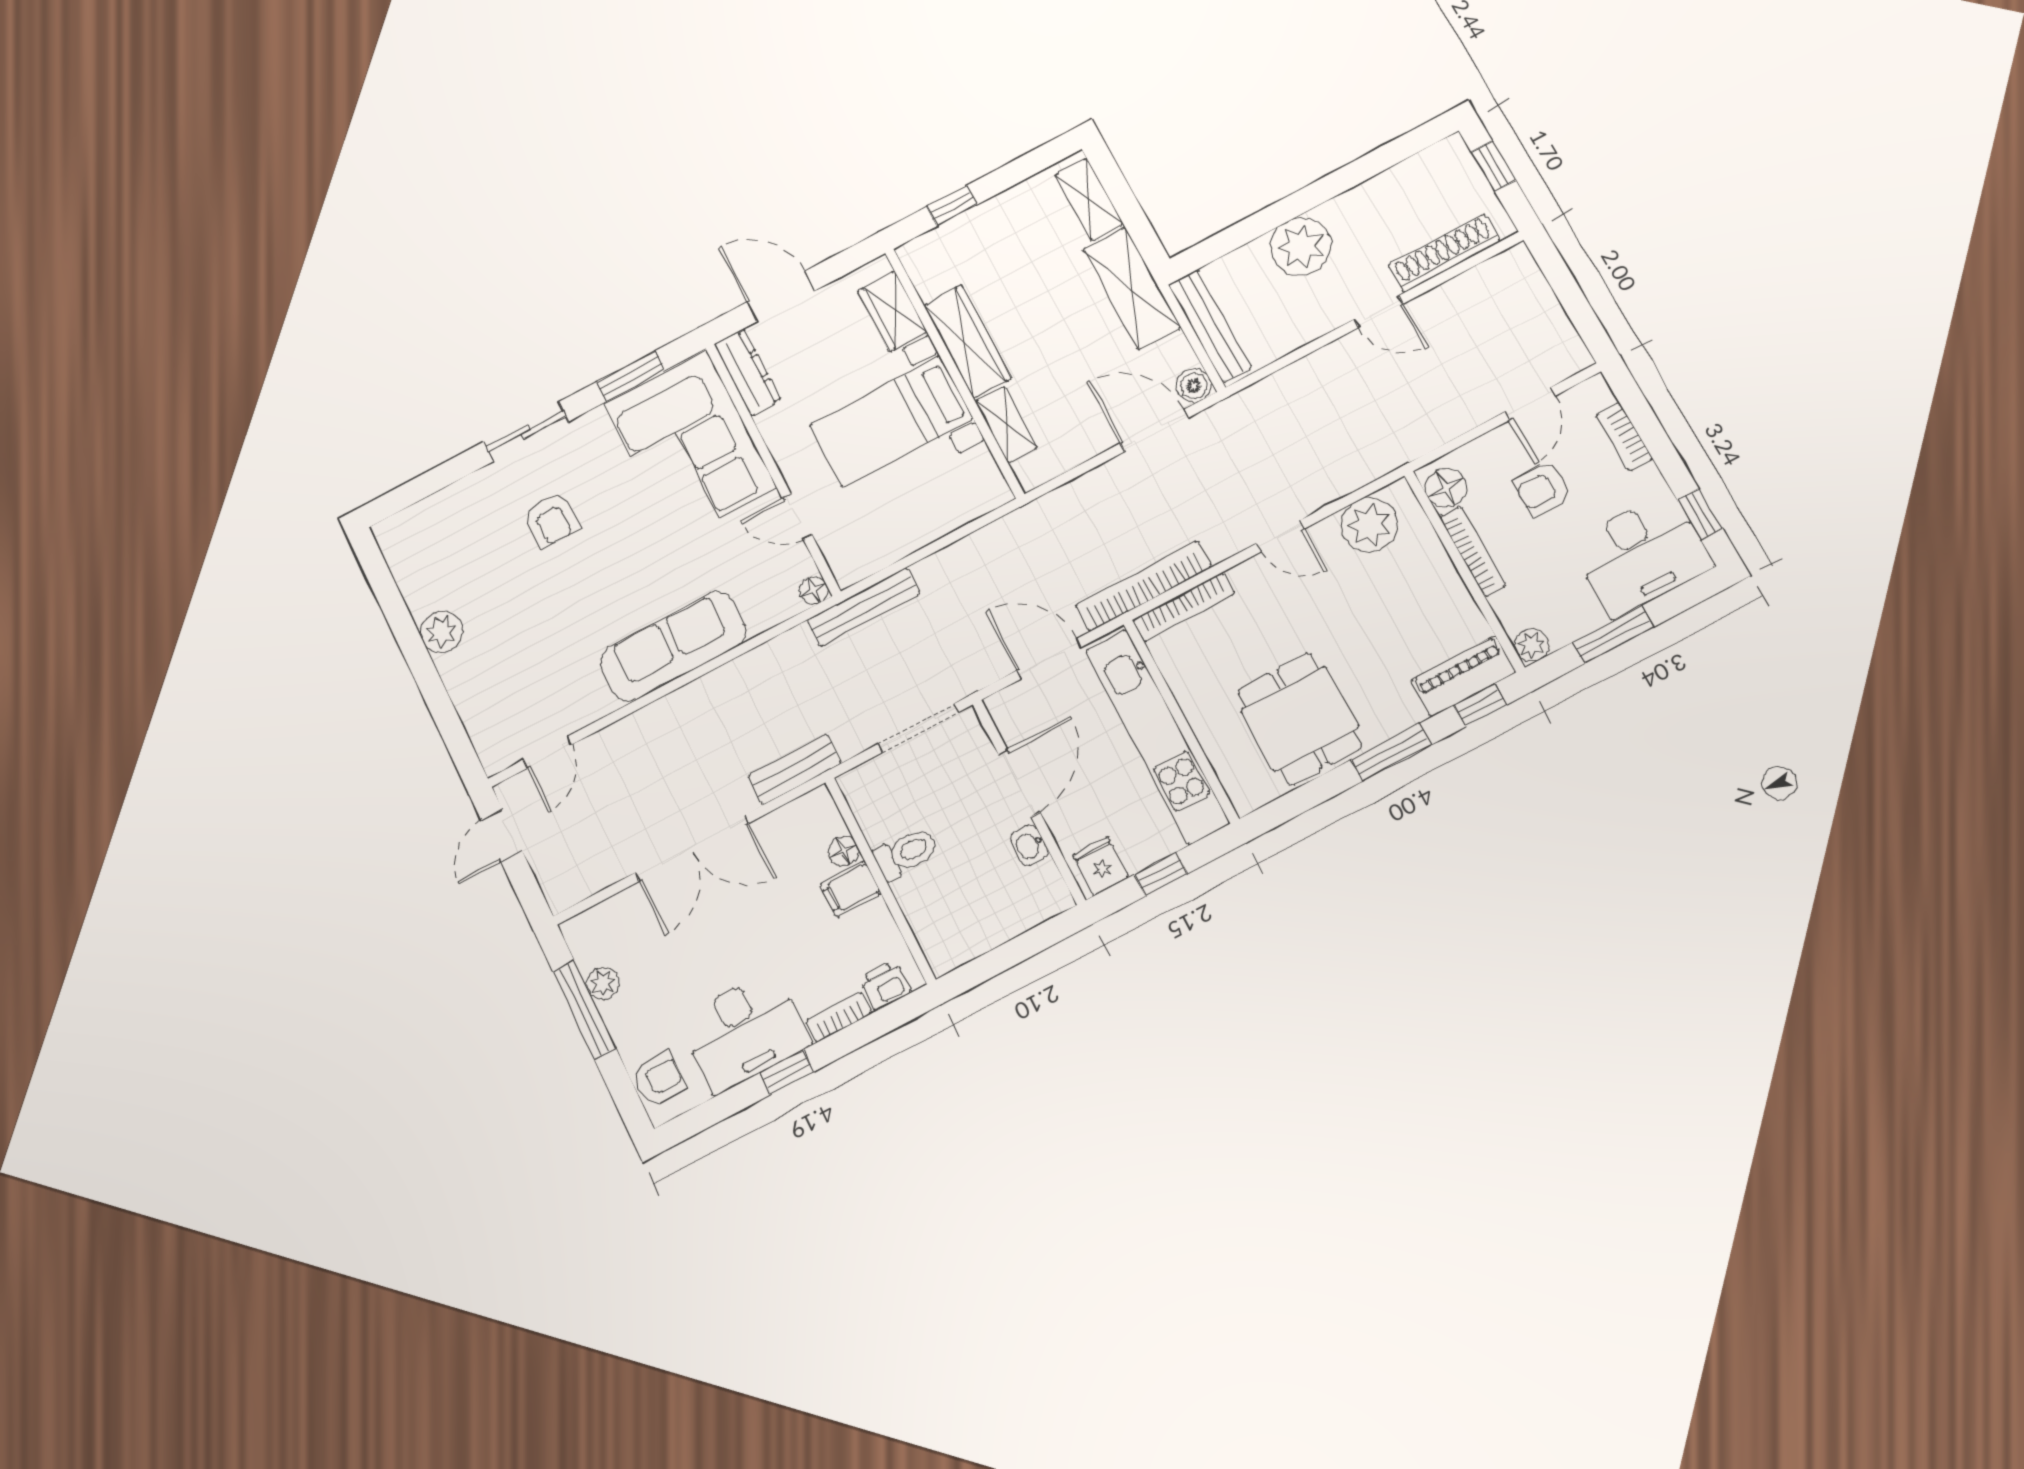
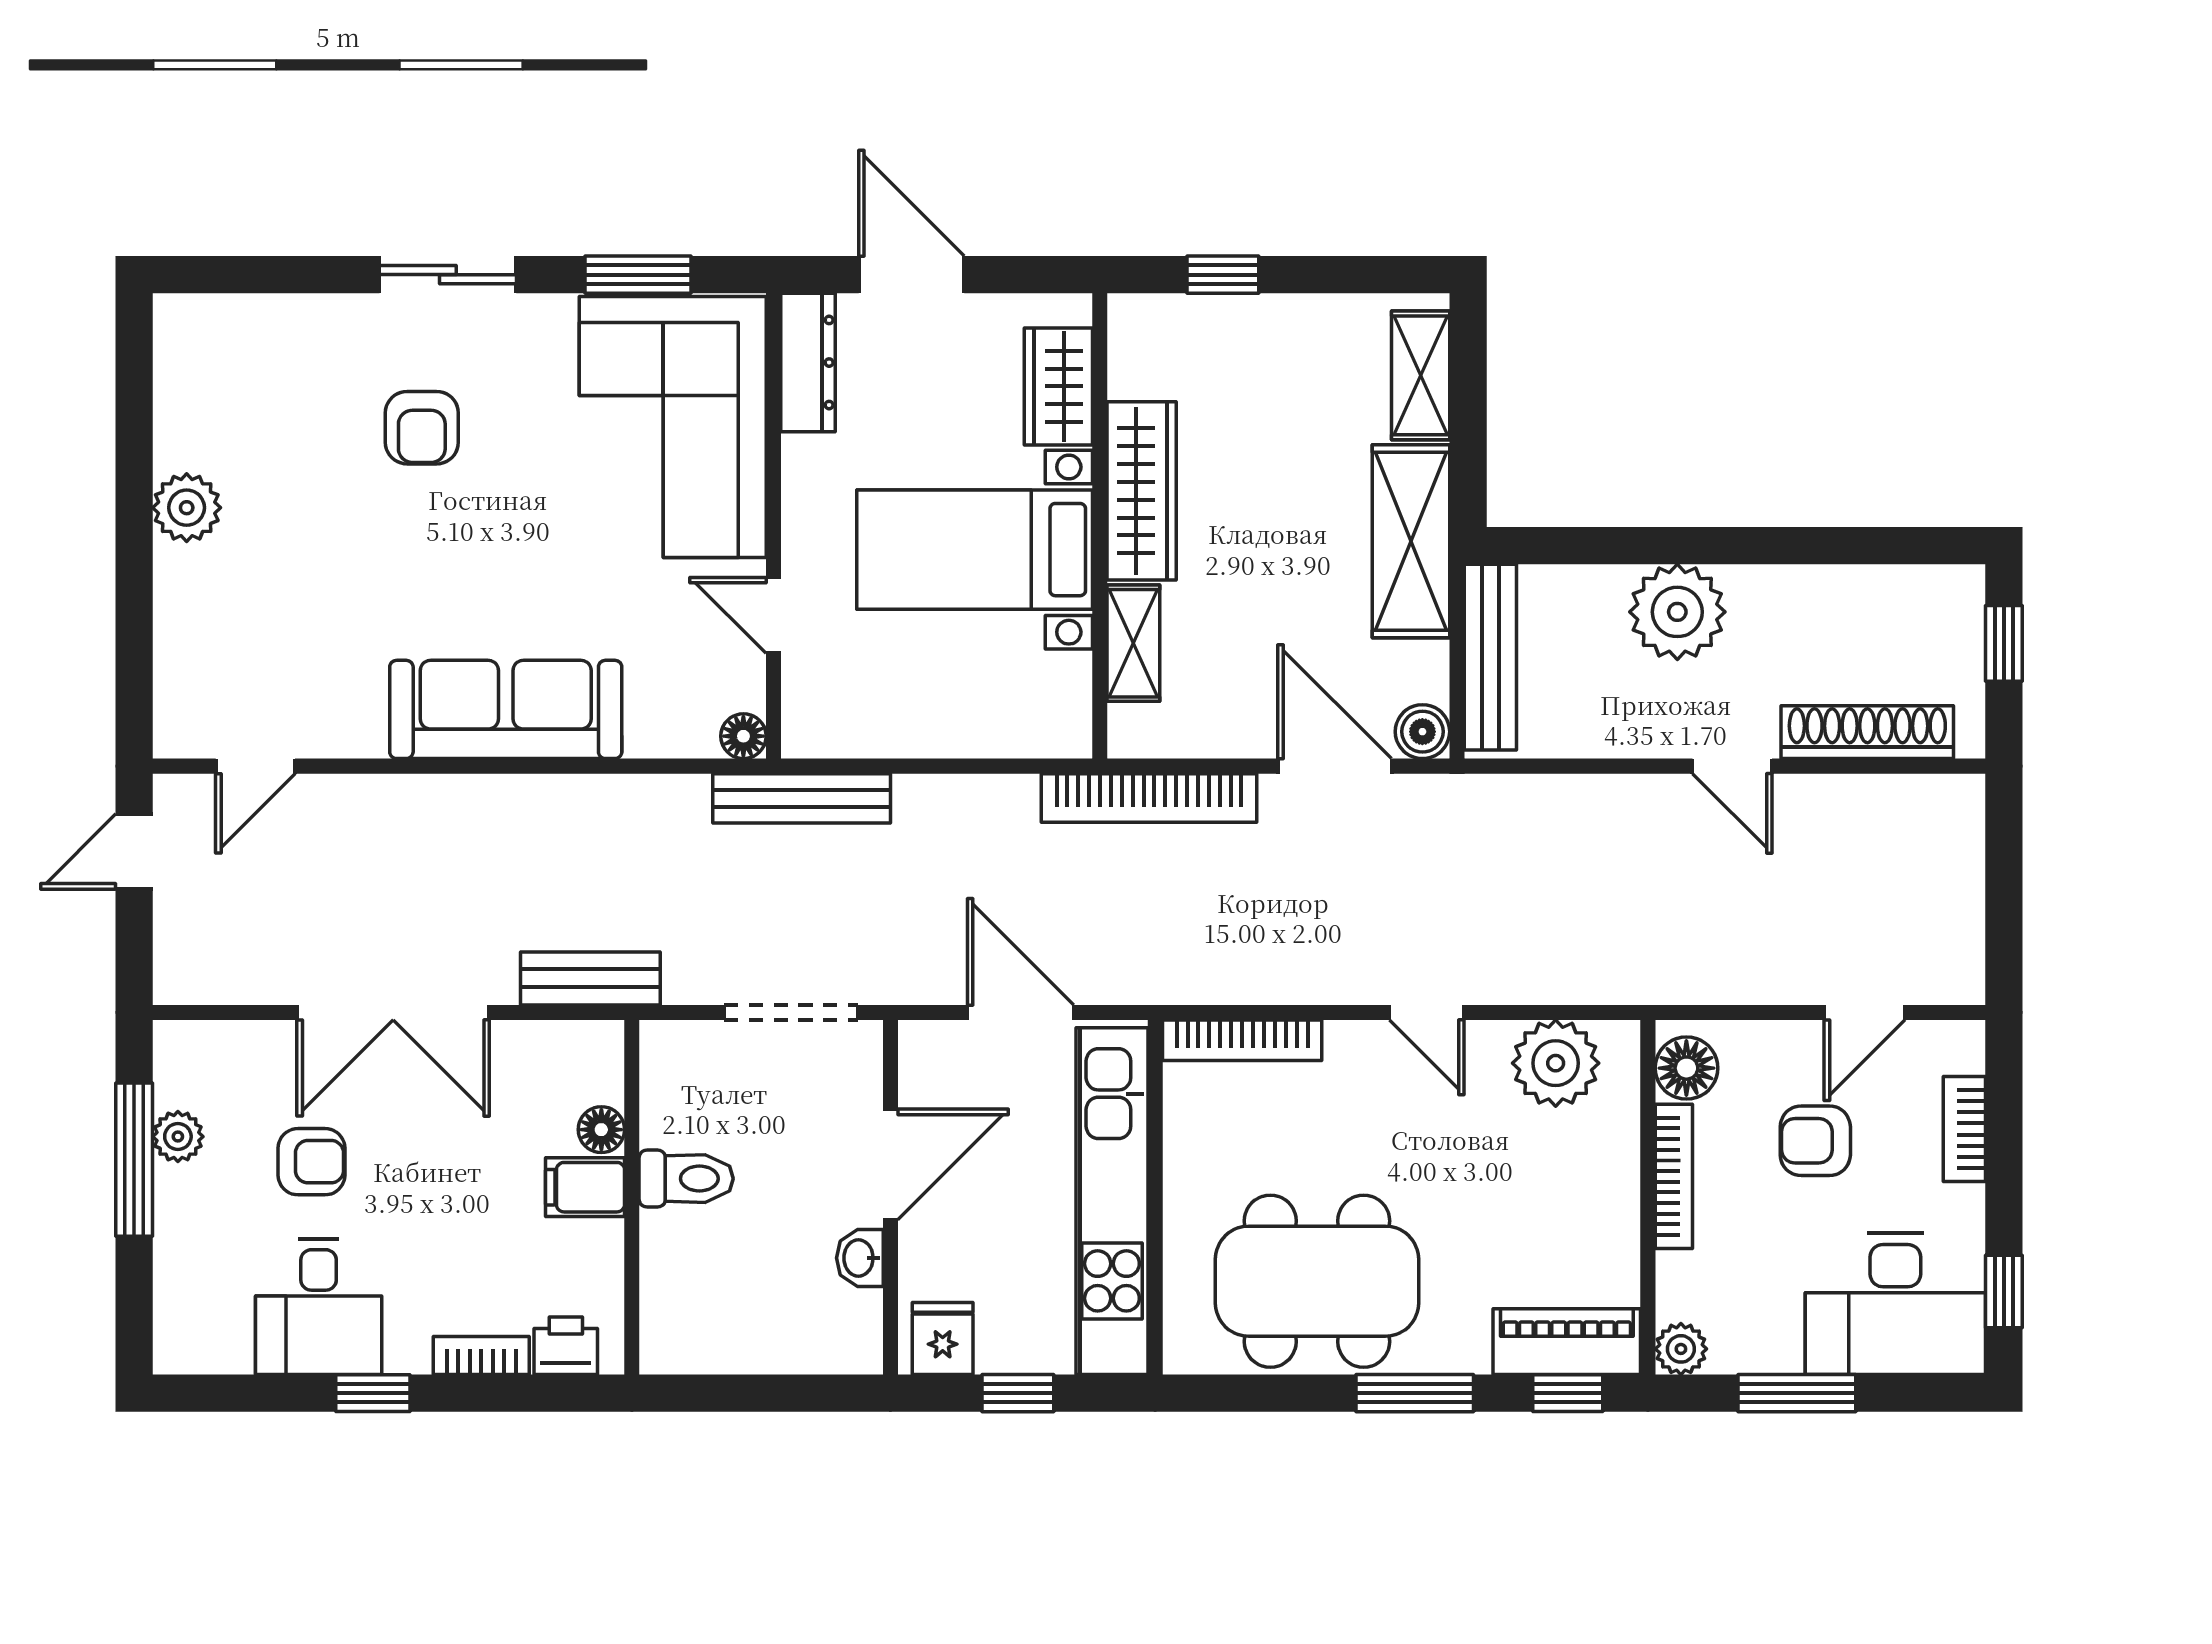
bookcase: (1143, 586) -> (1149, 798), moved, turned 180
dining table: (1300, 719) -> (1317, 1281), width x1.38
desk: (744, 1031) -> (319, 1307), width x0.73
armchair: (658, 1079) -> (311, 1162), moved

